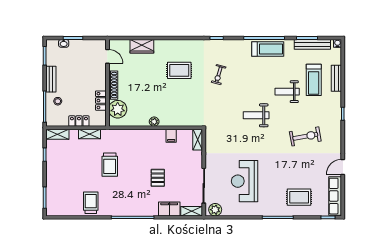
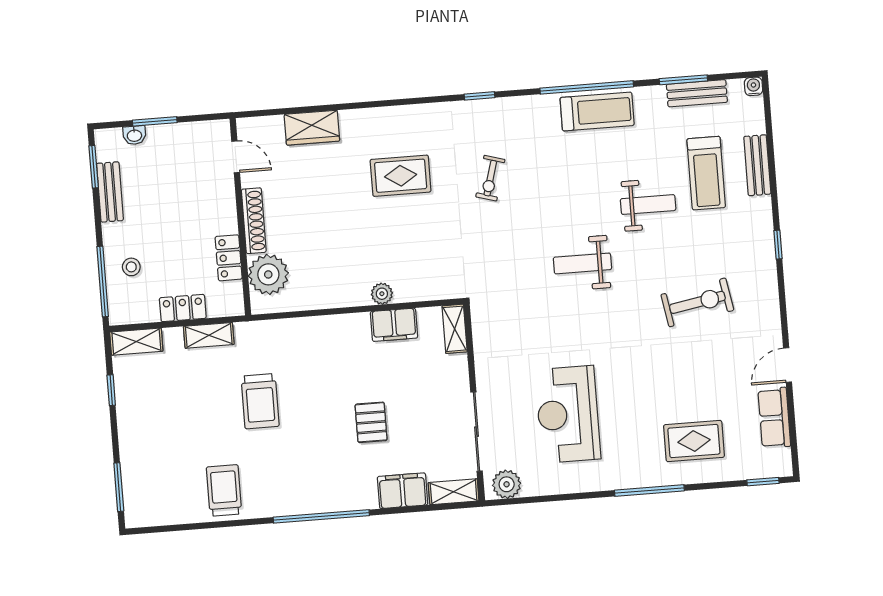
bench: (312, 44) -> (697, 93), width x0.73
bench: (51, 79) -> (110, 192), moved
weight bench: (287, 92) -> (648, 205), turned 180
plant: (154, 122) -> (382, 294), moved
filing cabinet: (171, 136) -> (394, 325), width x2.00
row of seats: (335, 196) -> (774, 418), width x0.68

